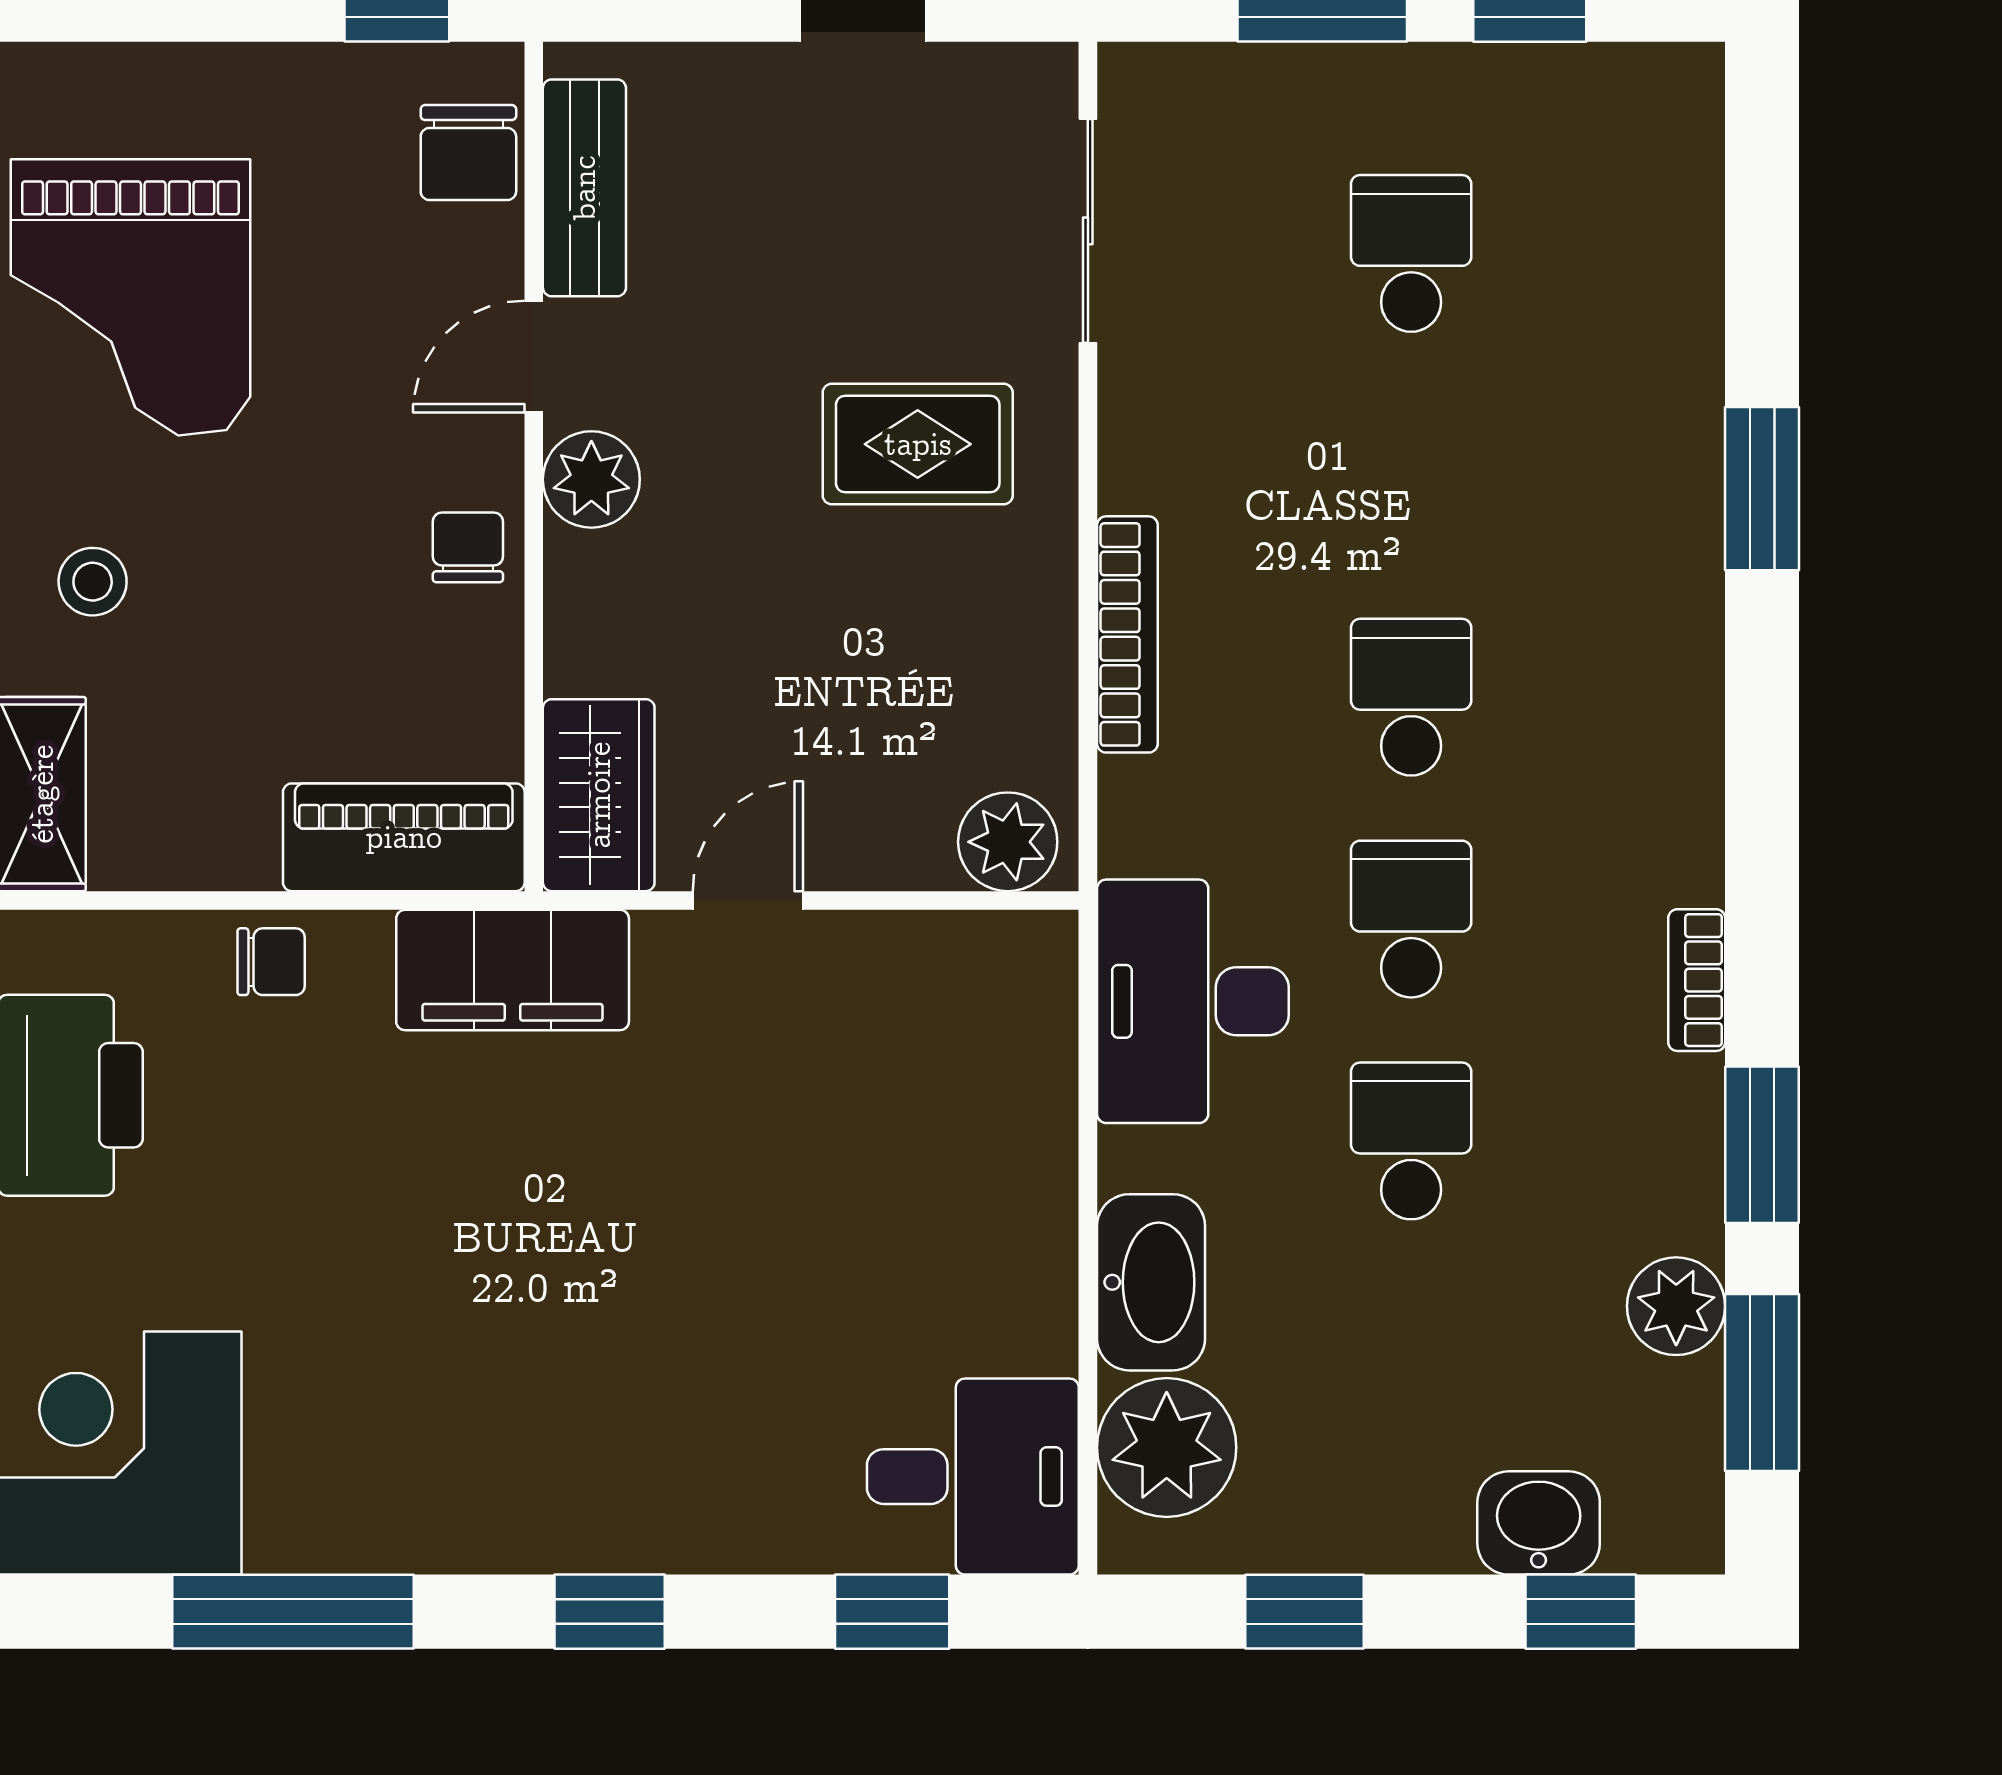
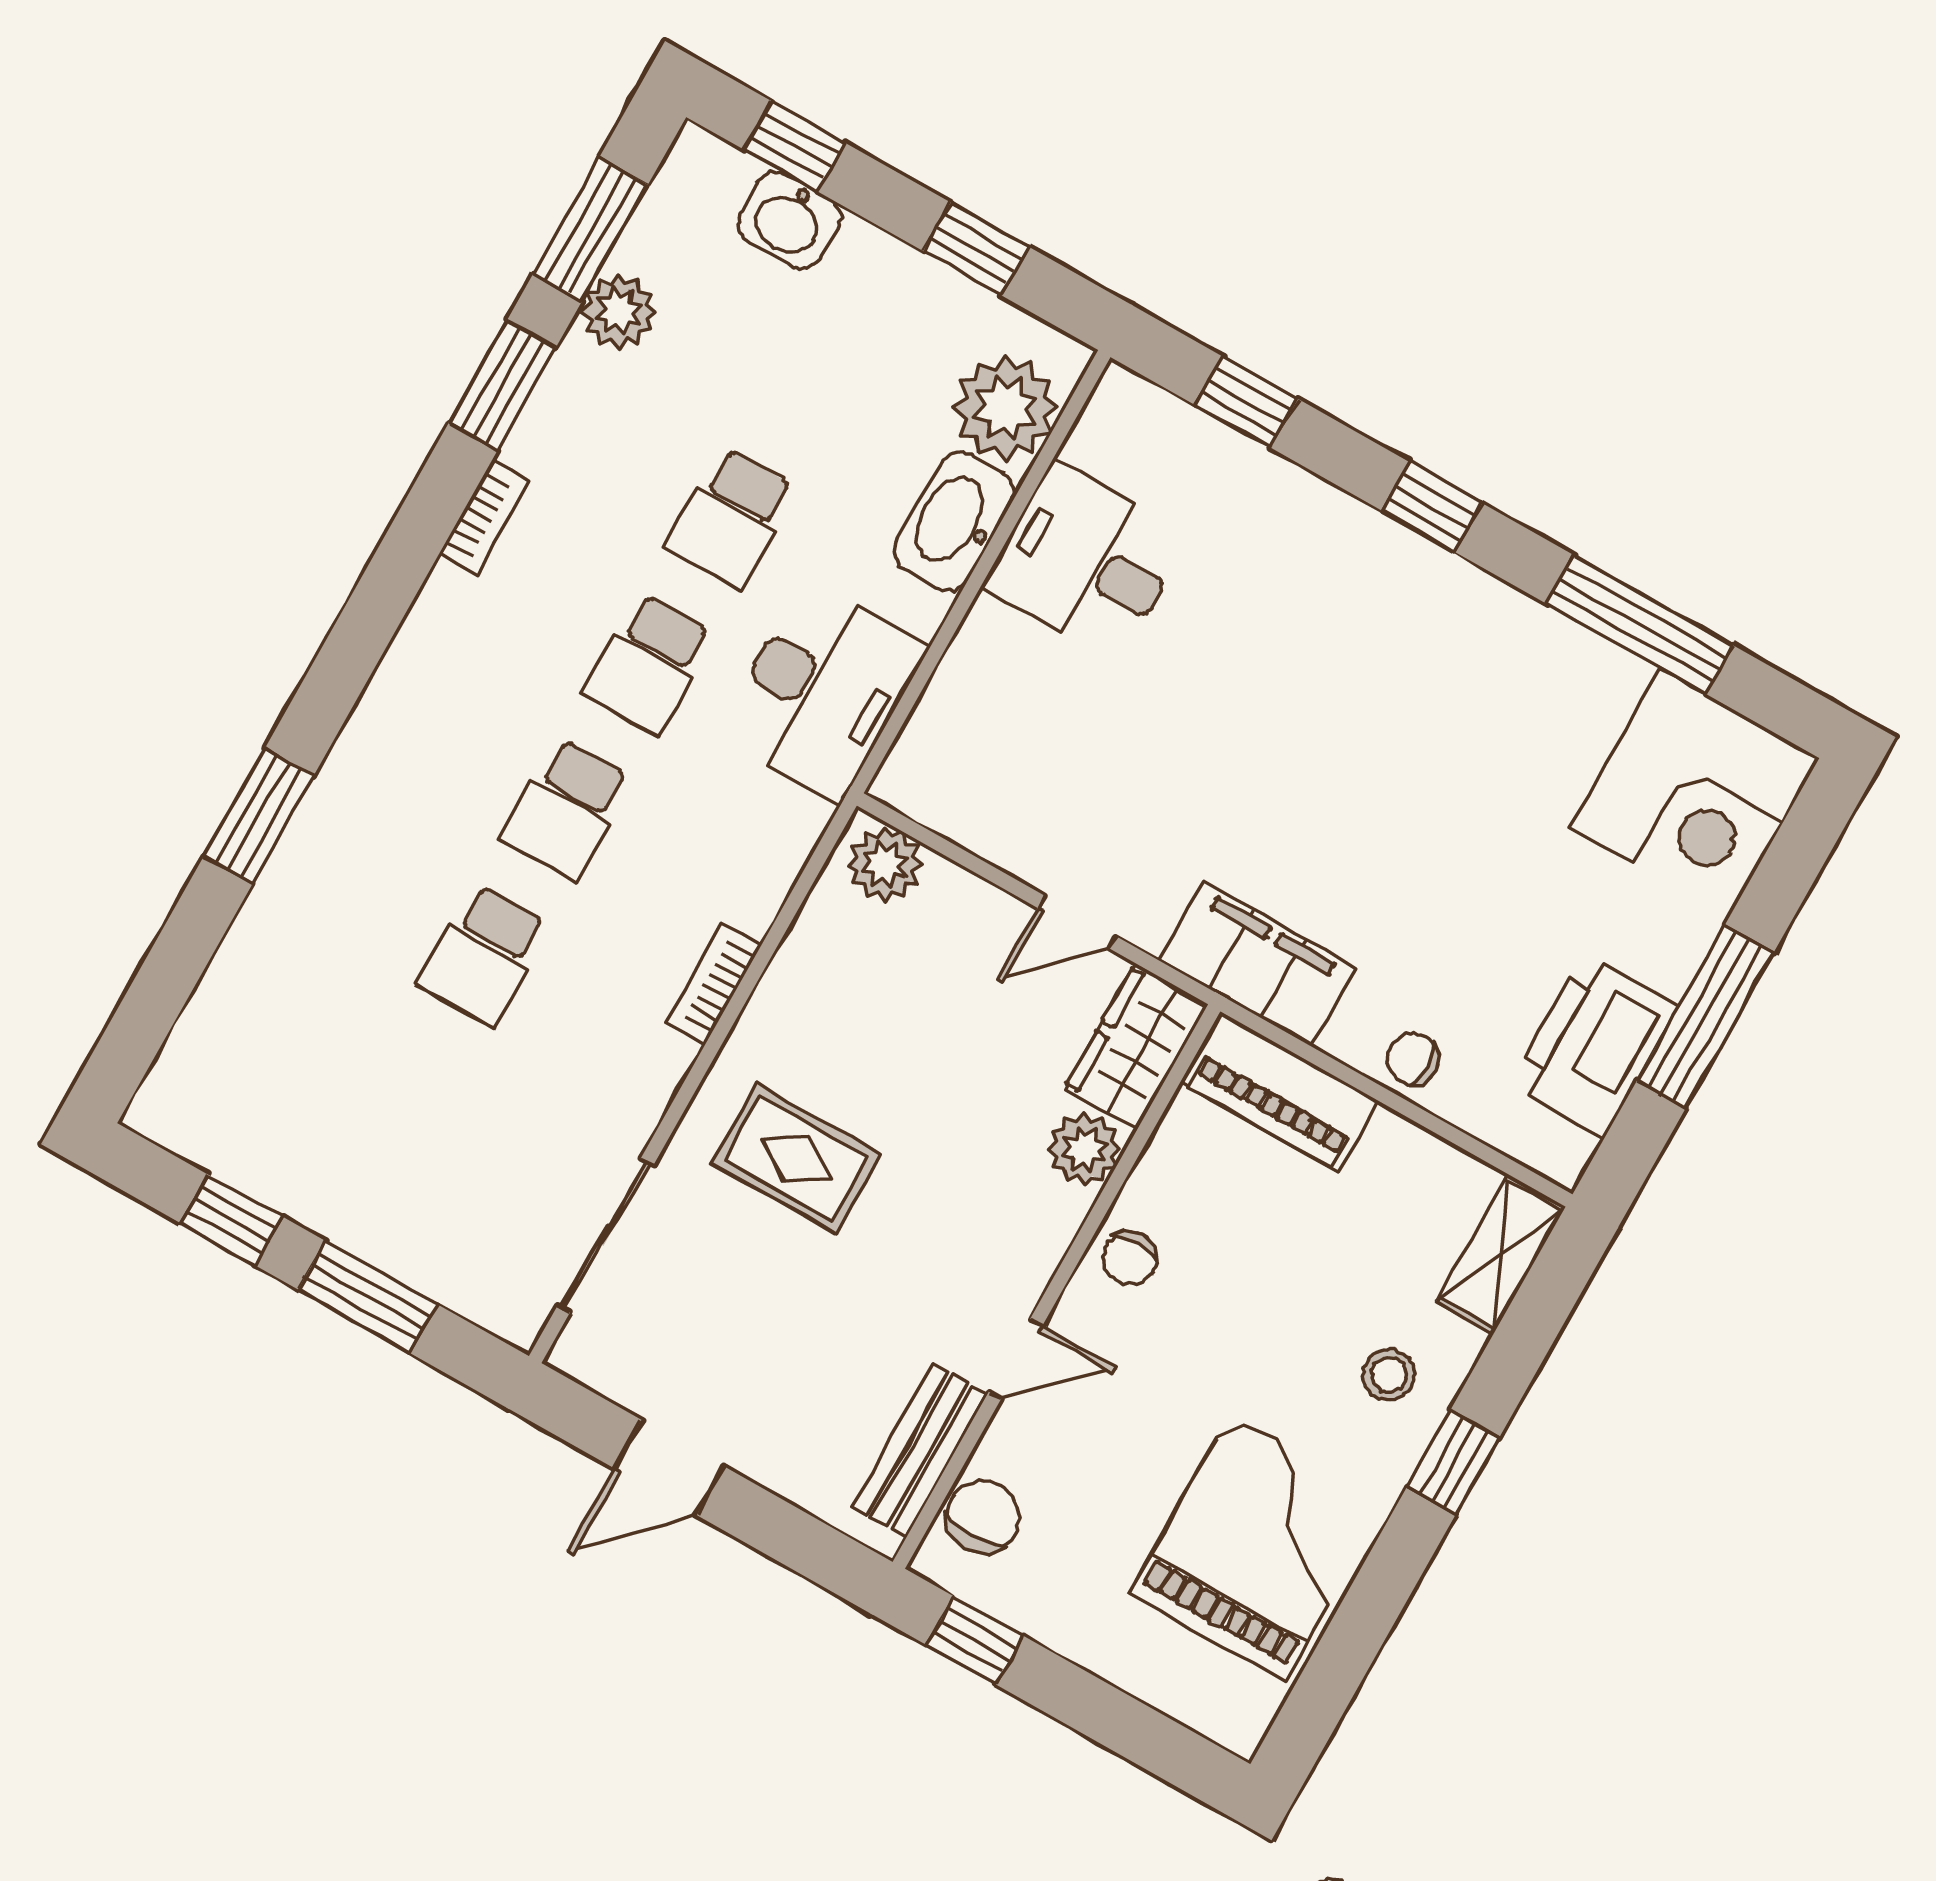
school desk: (1411, 253) -> (484, 955), moved
plant: (591, 479) -> (1084, 1149), moved
bookcase: (1127, 634) -> (714, 984), width x0.64
desk: (973, 1477) -> (1087, 561), moved

